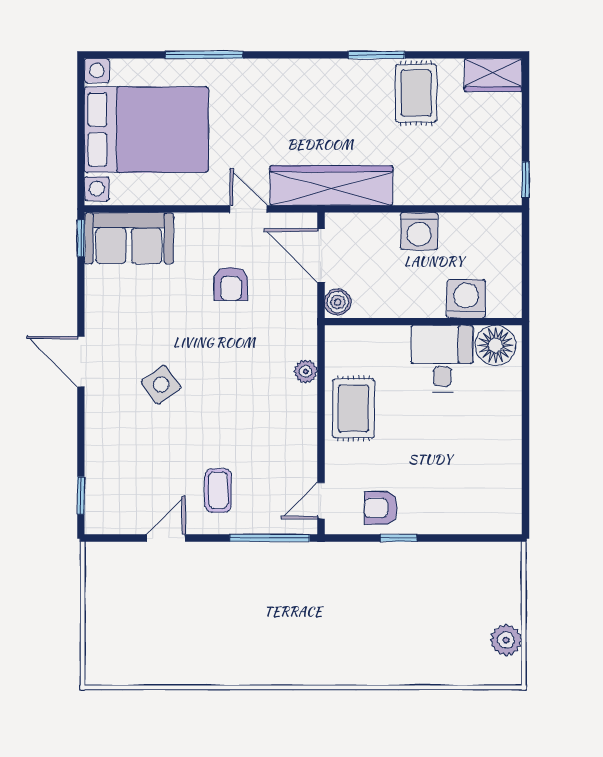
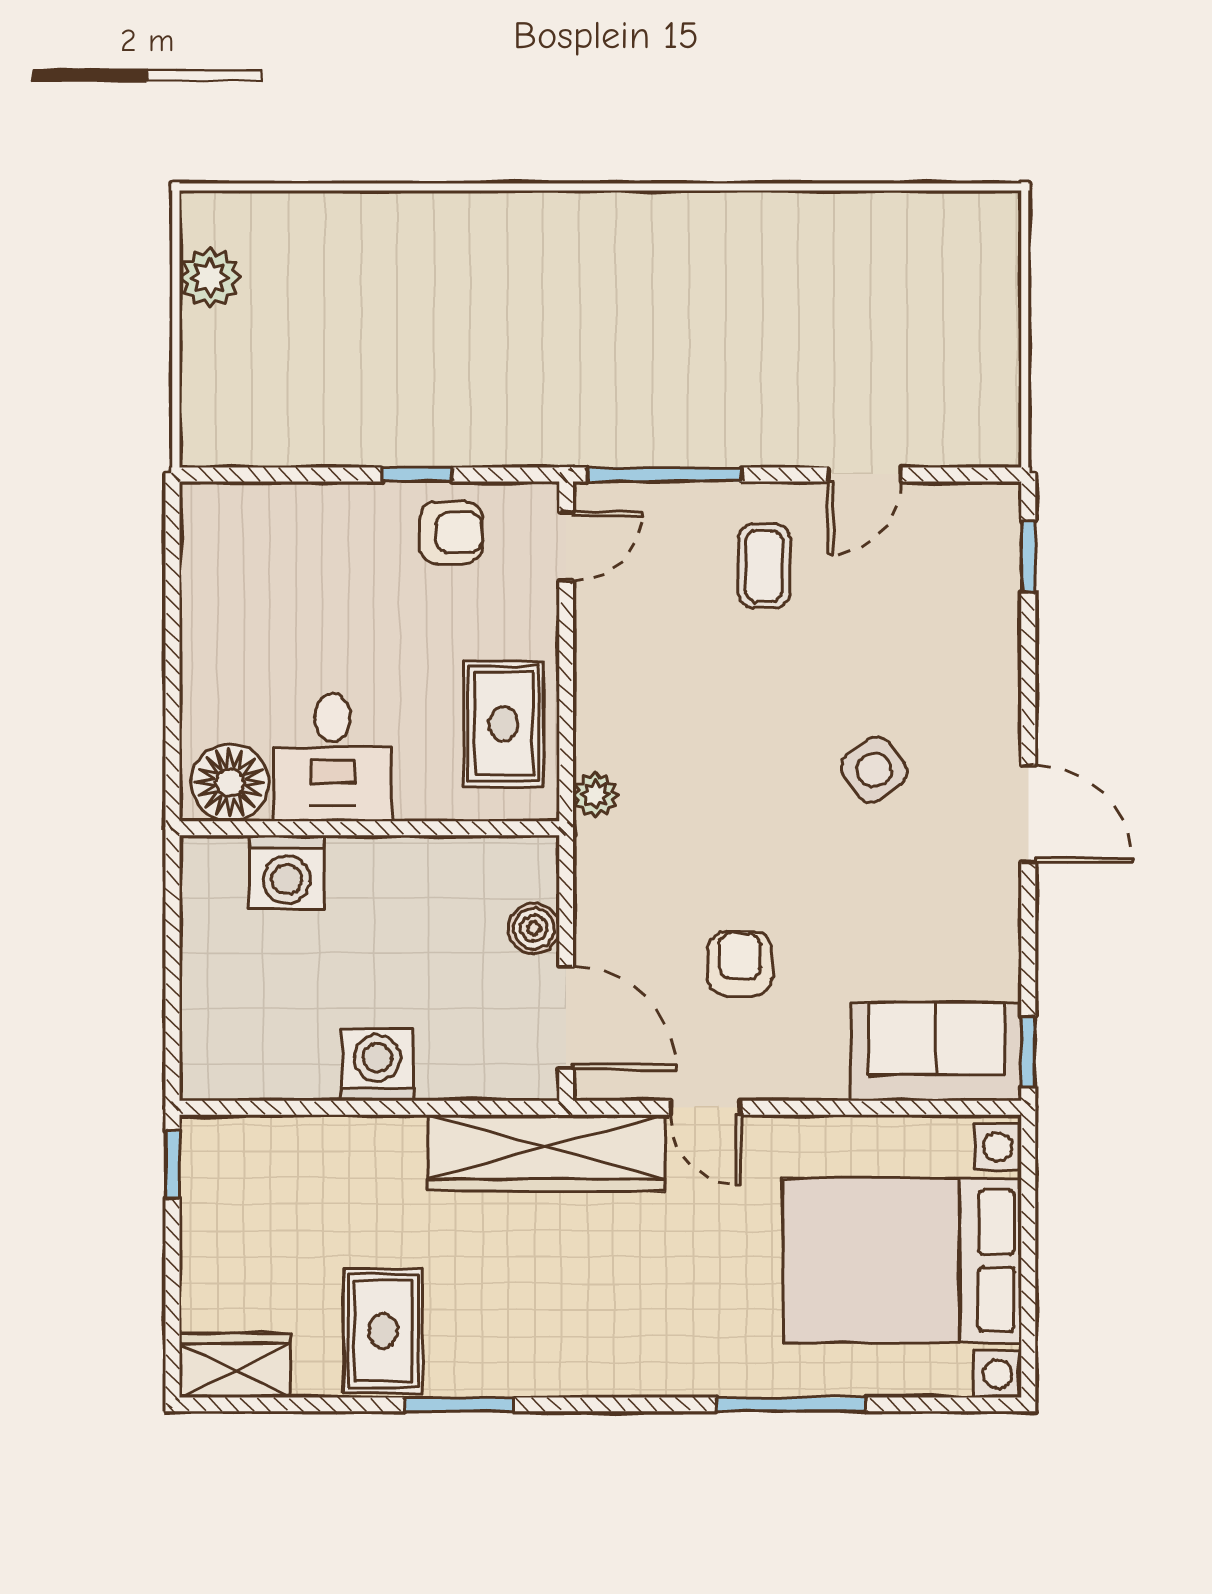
washing machine: (466, 299) -> (287, 872), moved
wall: (423, 322) -> (369, 828), moved
floor lamp: (496, 345) -> (230, 783), moved
desk: (442, 358) -> (333, 757), moved

